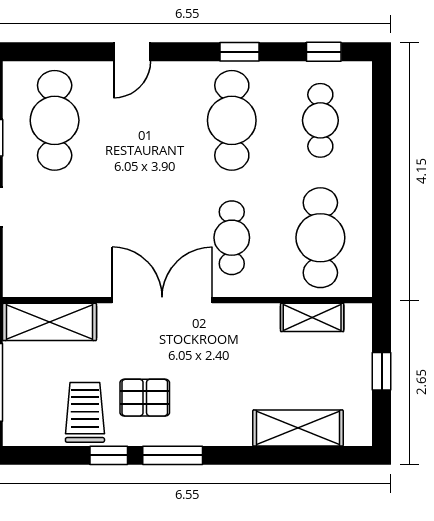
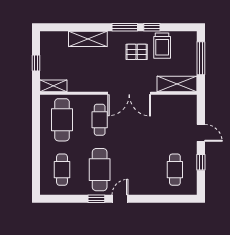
door: (132, 52) -> (120, 199), moved
window: (324, 52) -> (61, 199), removed
cafe table: (55, 120) -> (175, 170), width x0.73, depth x0.74
shelving: (312, 317) -> (53, 86), moved
shelving: (298, 428) -> (88, 39), moved

